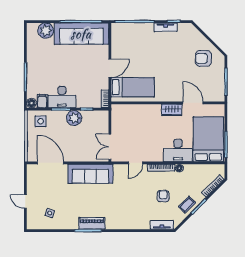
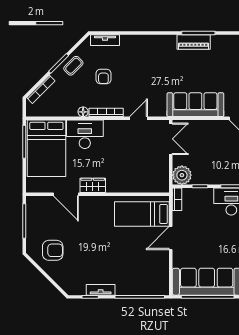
plant: (74, 118) -> (182, 175), moved

